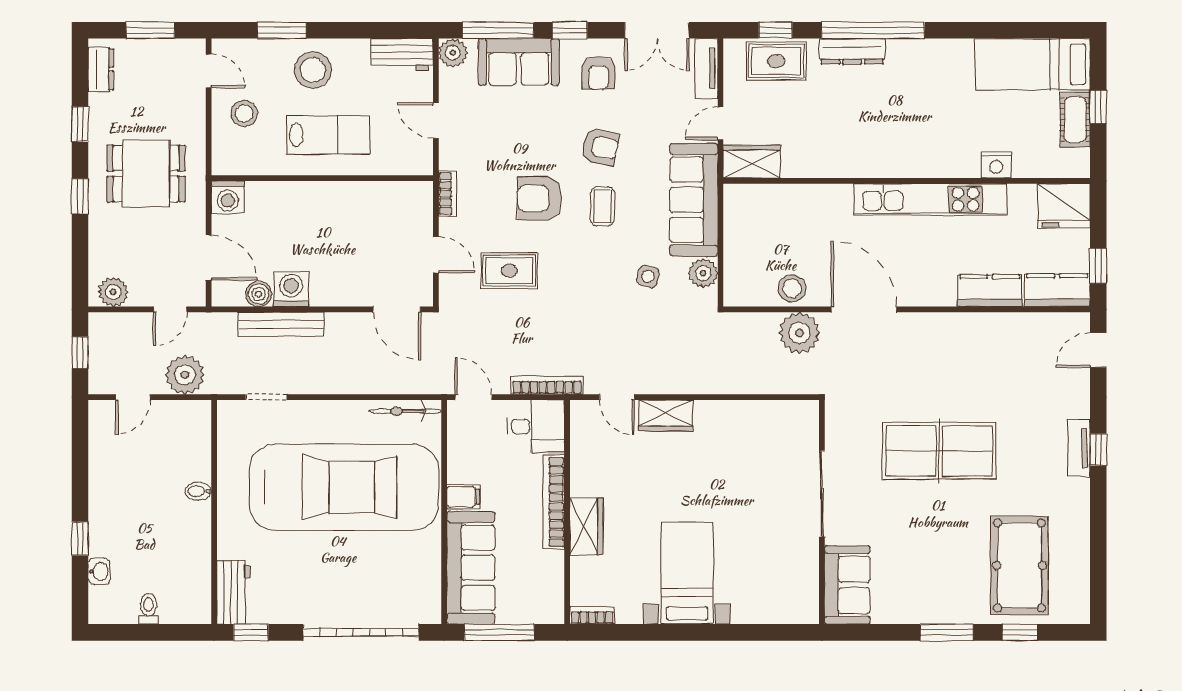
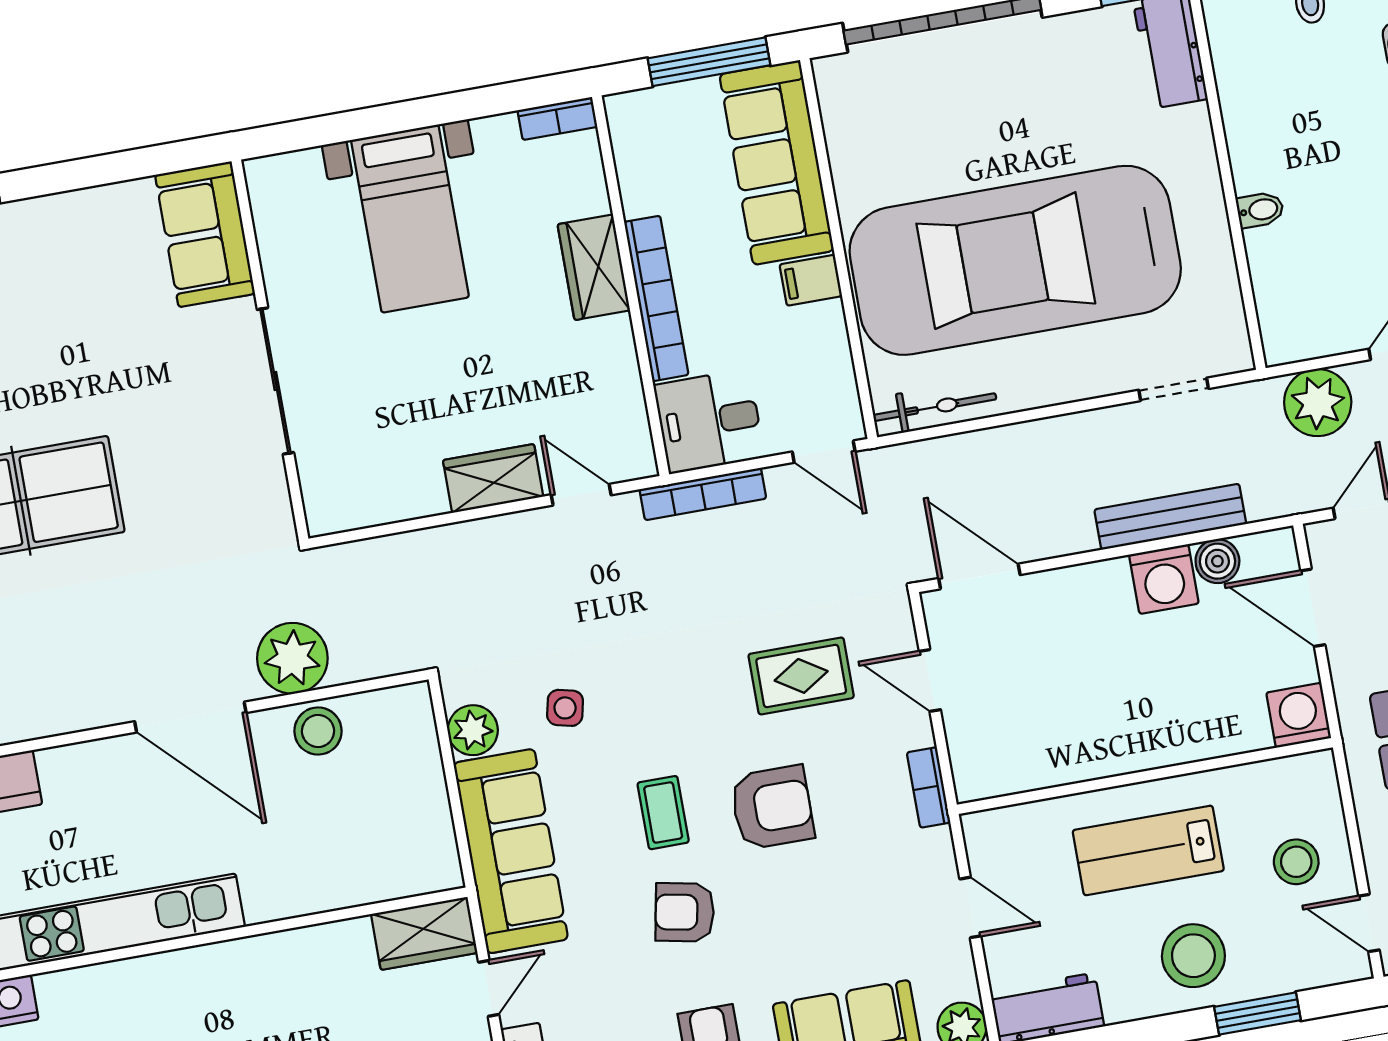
sliding door: (822, 494) -> (275, 381), moved
wall: (822, 512) -> (270, 350), moved
sofa: (847, 585) -> (205, 234), moved

